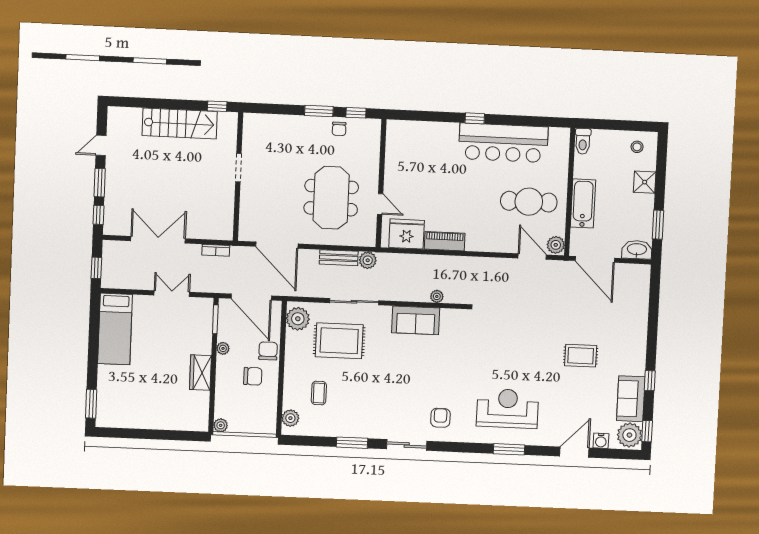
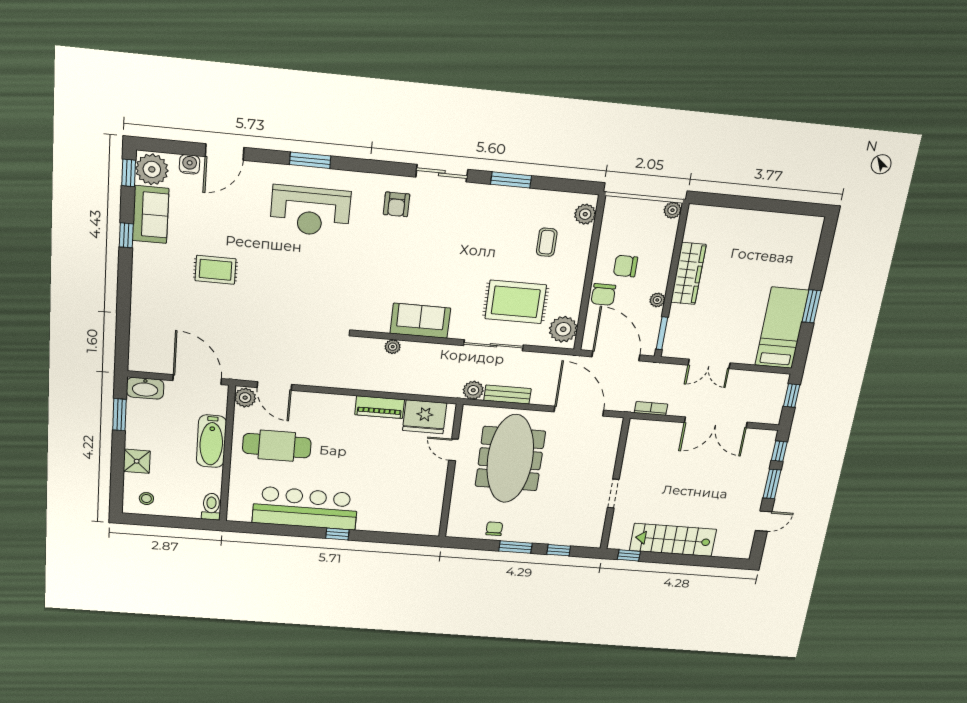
window: (356, 113) -> (559, 550), moved
meeting table: (331, 198) -> (510, 459), width x1.36
wardrobe: (200, 373) -> (688, 274), width x1.50
window: (91, 404) -> (812, 306), moved

